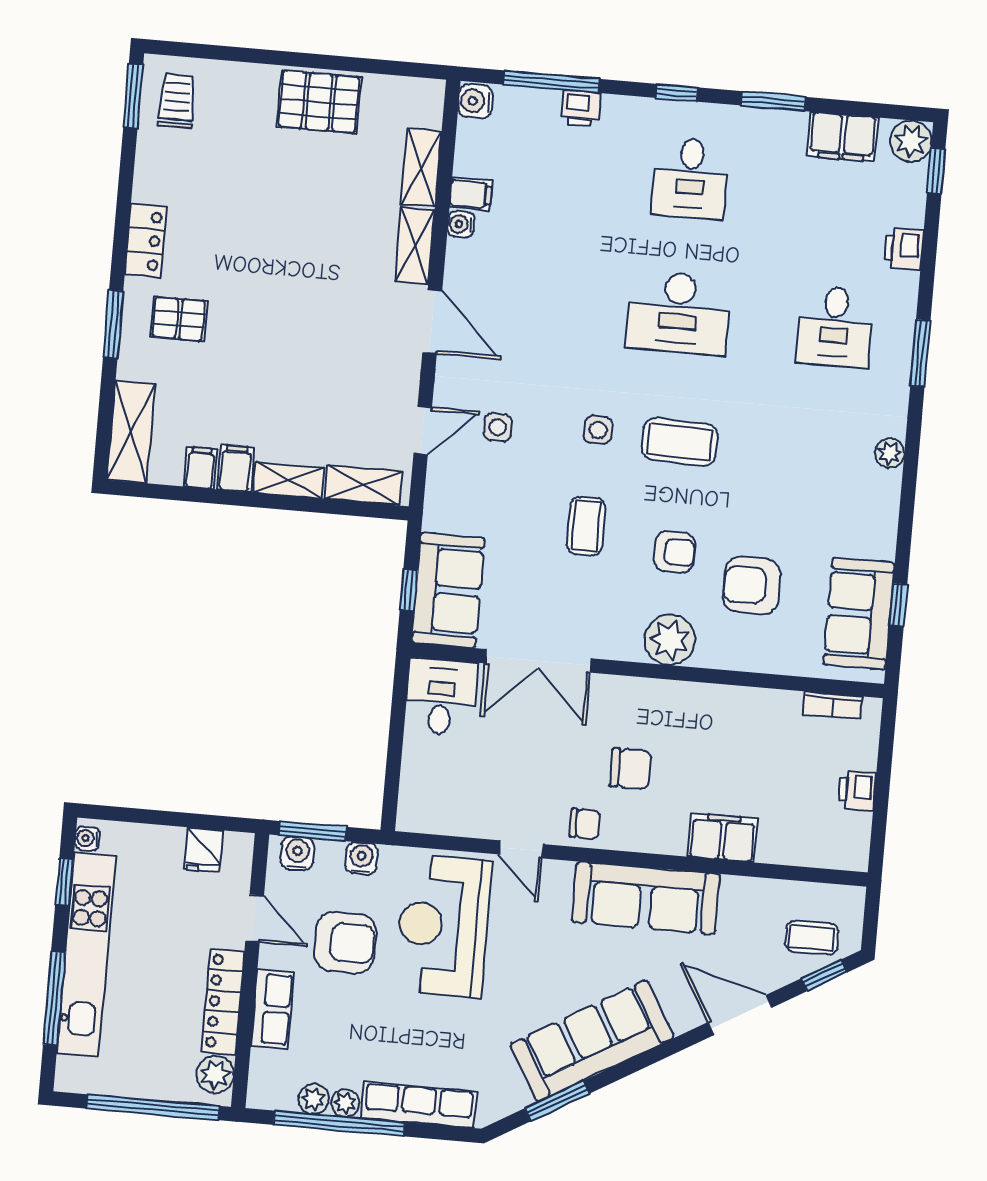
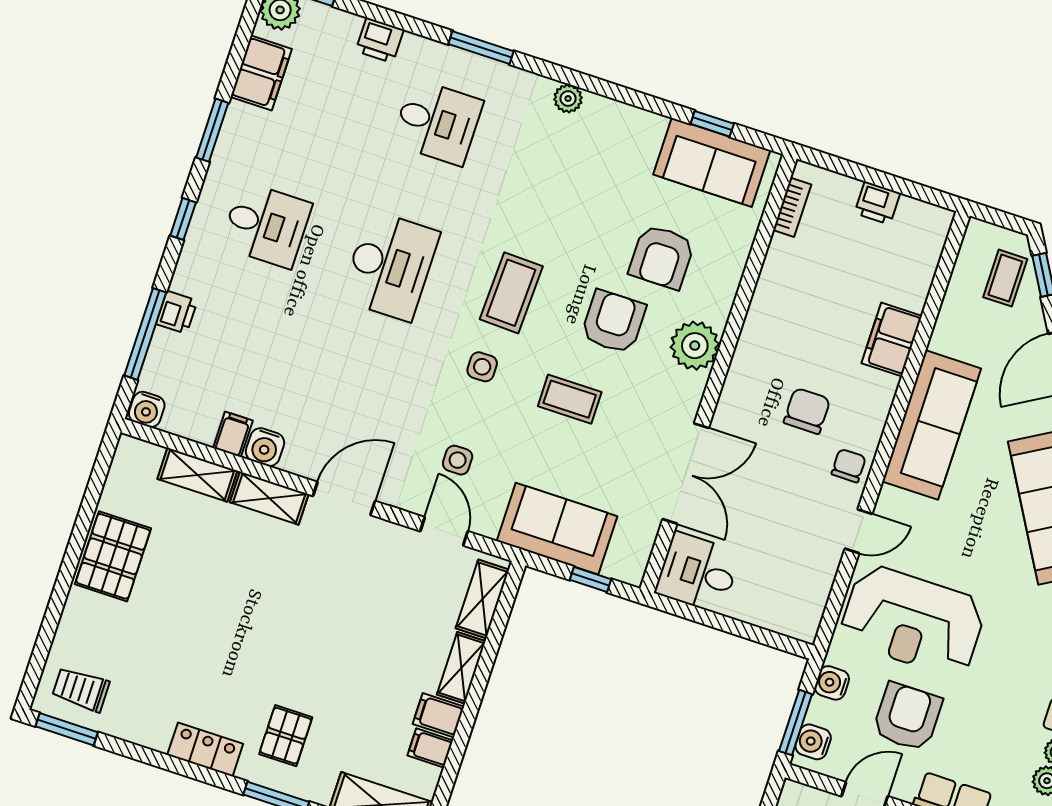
water cooler: (461, 224) -> (265, 447), width x1.38, depth x1.38
armchair: (675, 552) -> (613, 322), width x1.38, depth x1.38
sofa: (448, 590) -> (557, 529), moved

